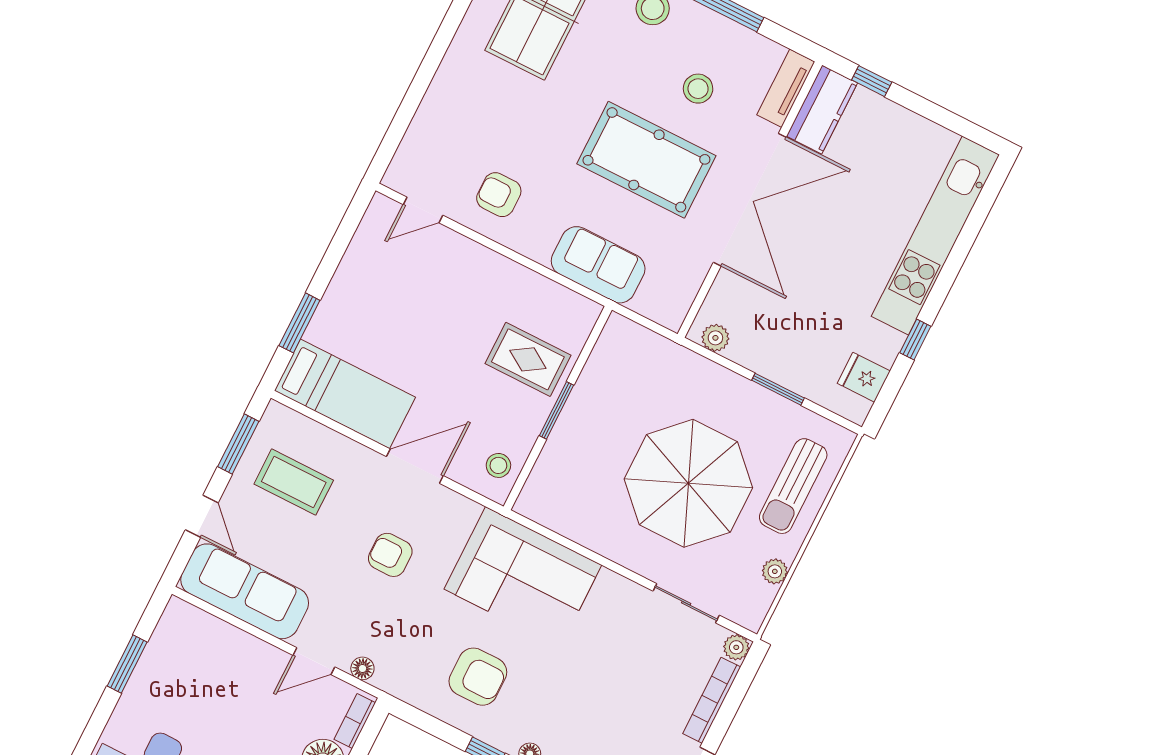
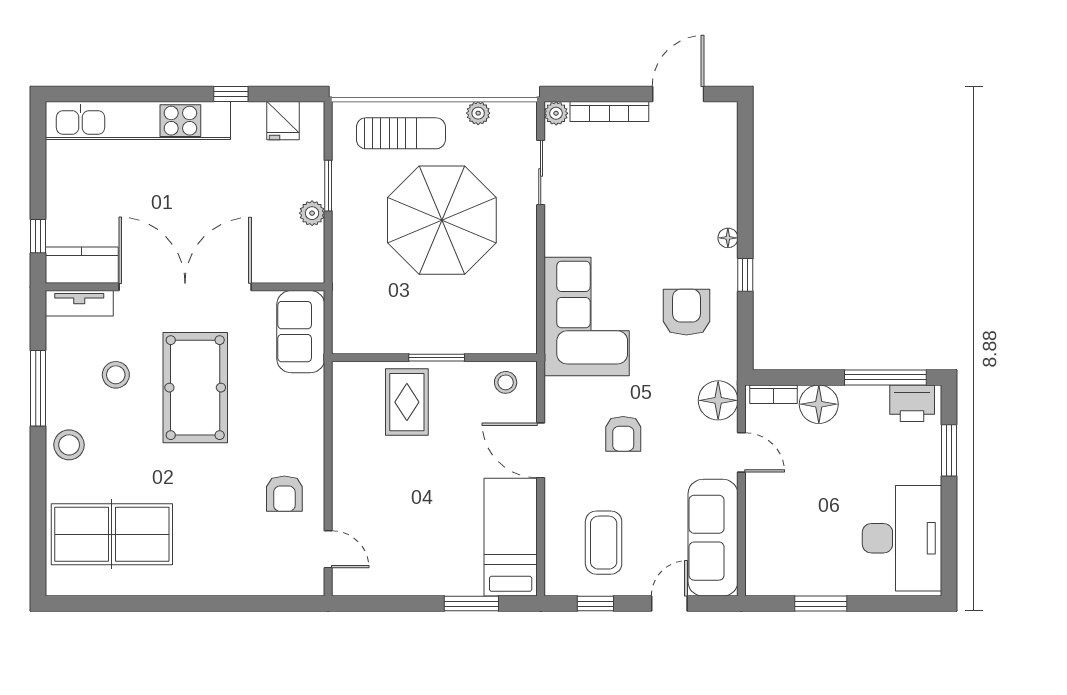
sofa: (598, 265) -> (301, 332), moved
plant: (715, 338) -> (312, 213), moved
window: (238, 444) -> (595, 604), width x0.67
floor lamp: (362, 668) -> (718, 400), width x1.89, depth x1.89

